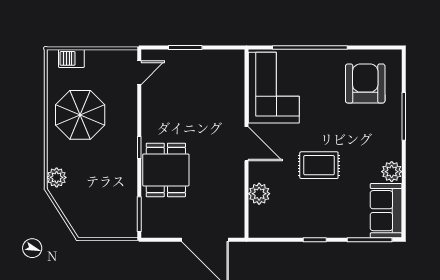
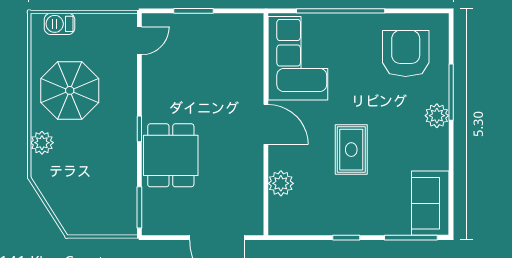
rug: (319, 165) -> (351, 150), turned 90
plant: (392, 172) -> (437, 116), moved
plant: (57, 177) -> (42, 143), moved

